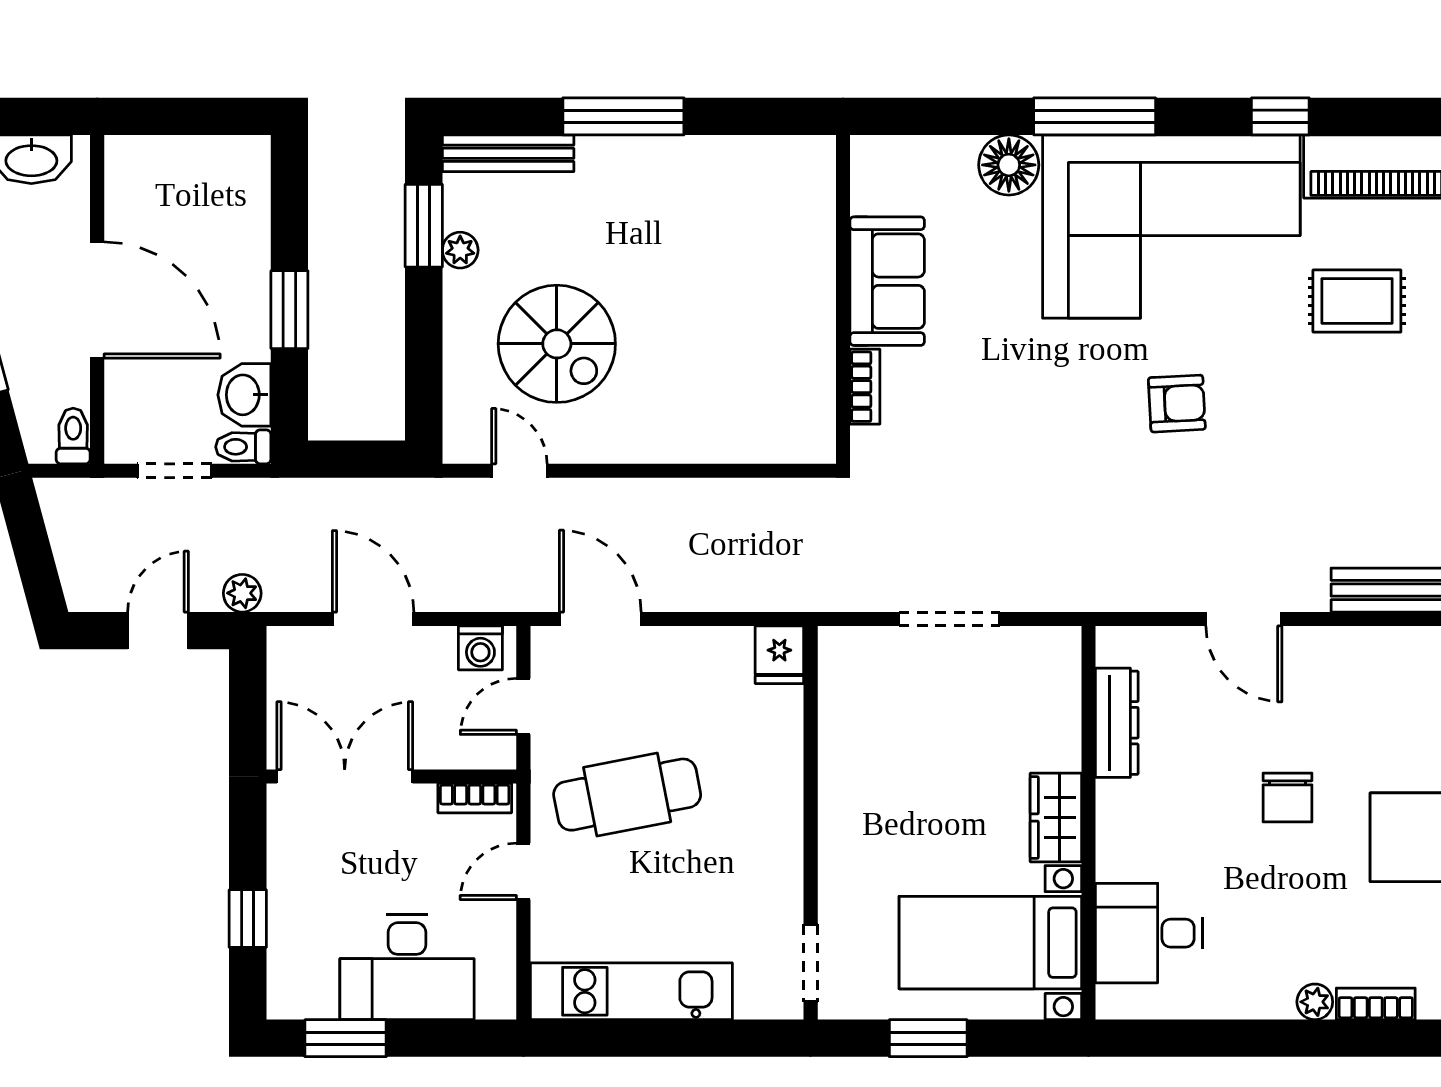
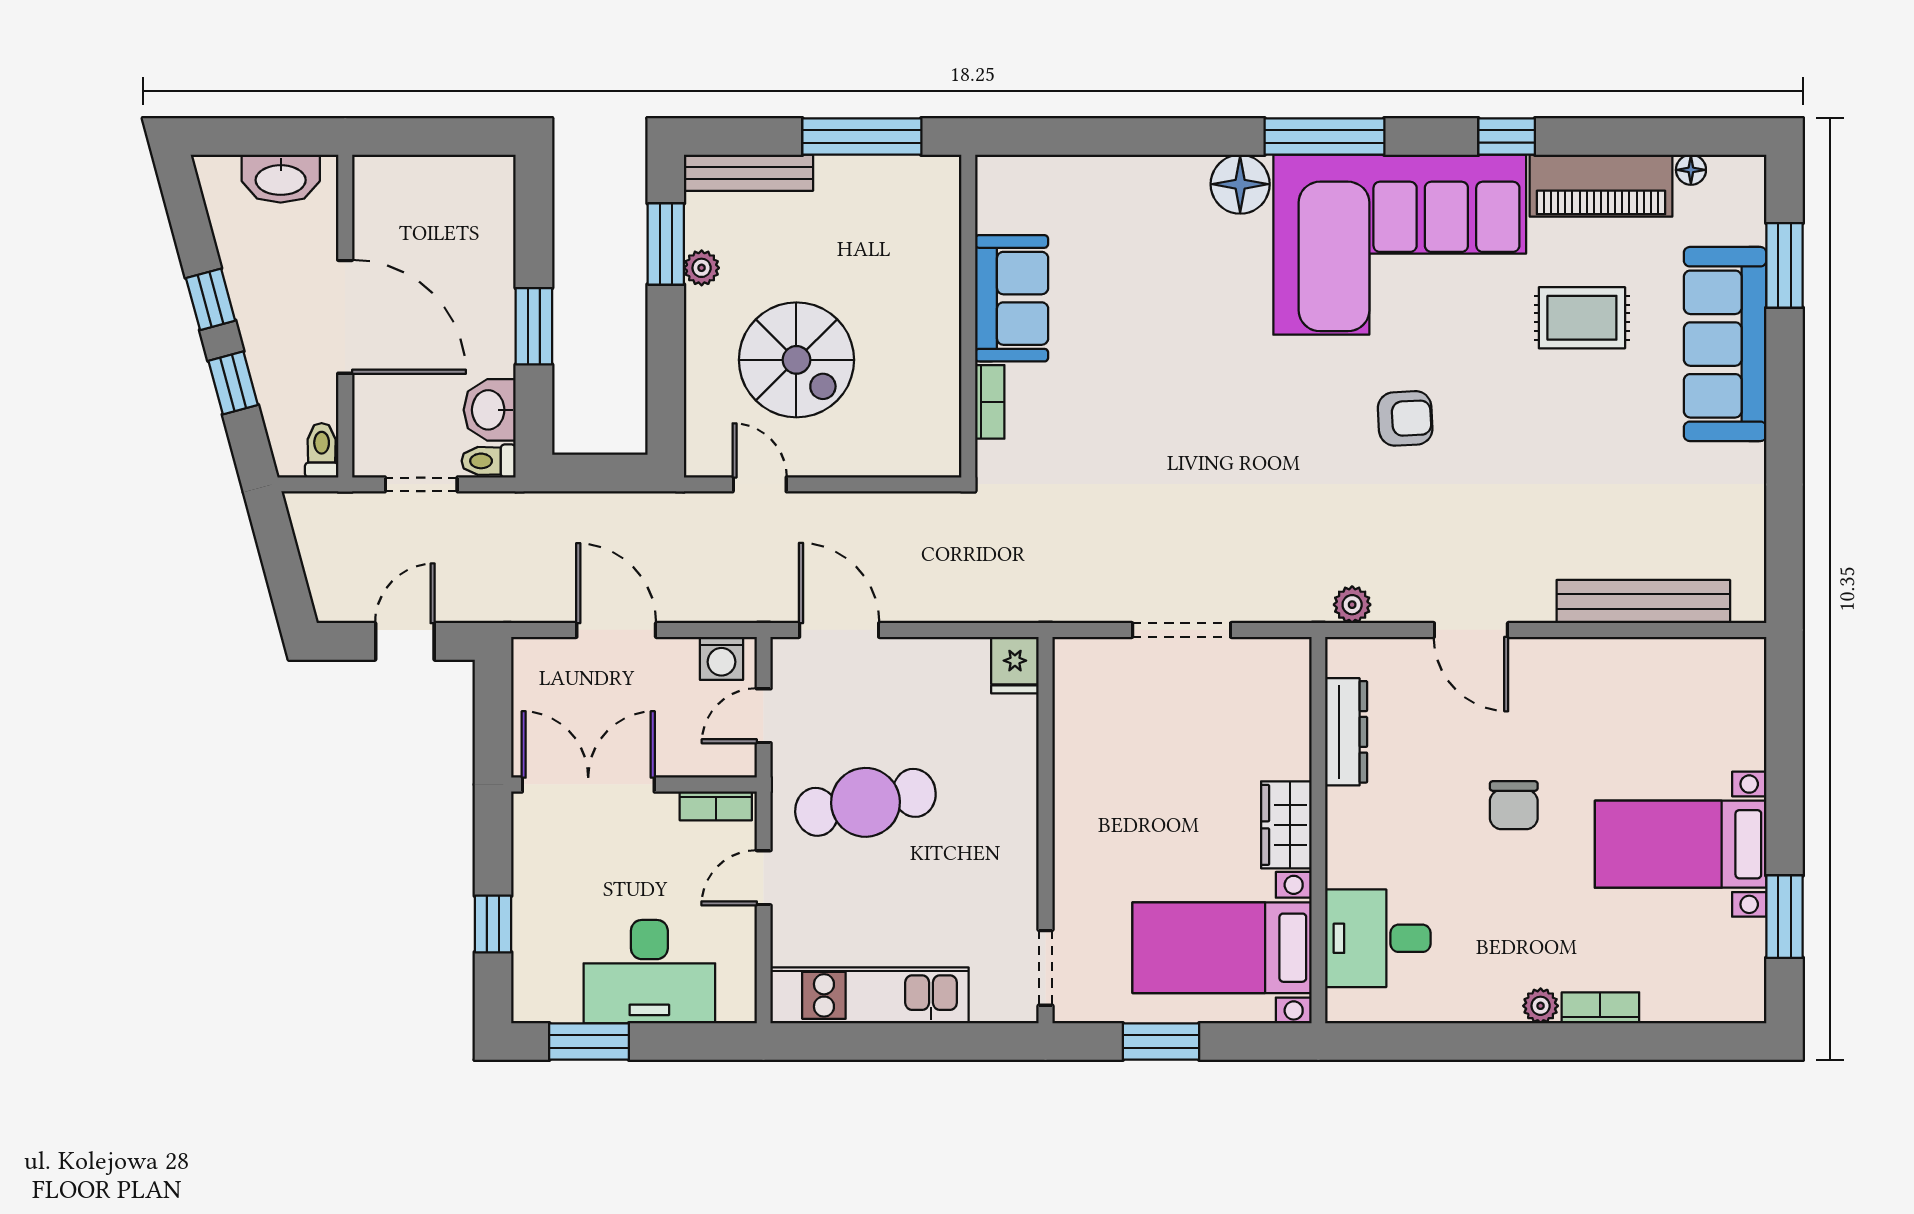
sofa: (887, 281) -> (1012, 298), moved
wall: (843, 299) -> (968, 316), moved
bookcase: (865, 387) -> (990, 402), moved
plant: (242, 593) -> (1352, 605), moved

